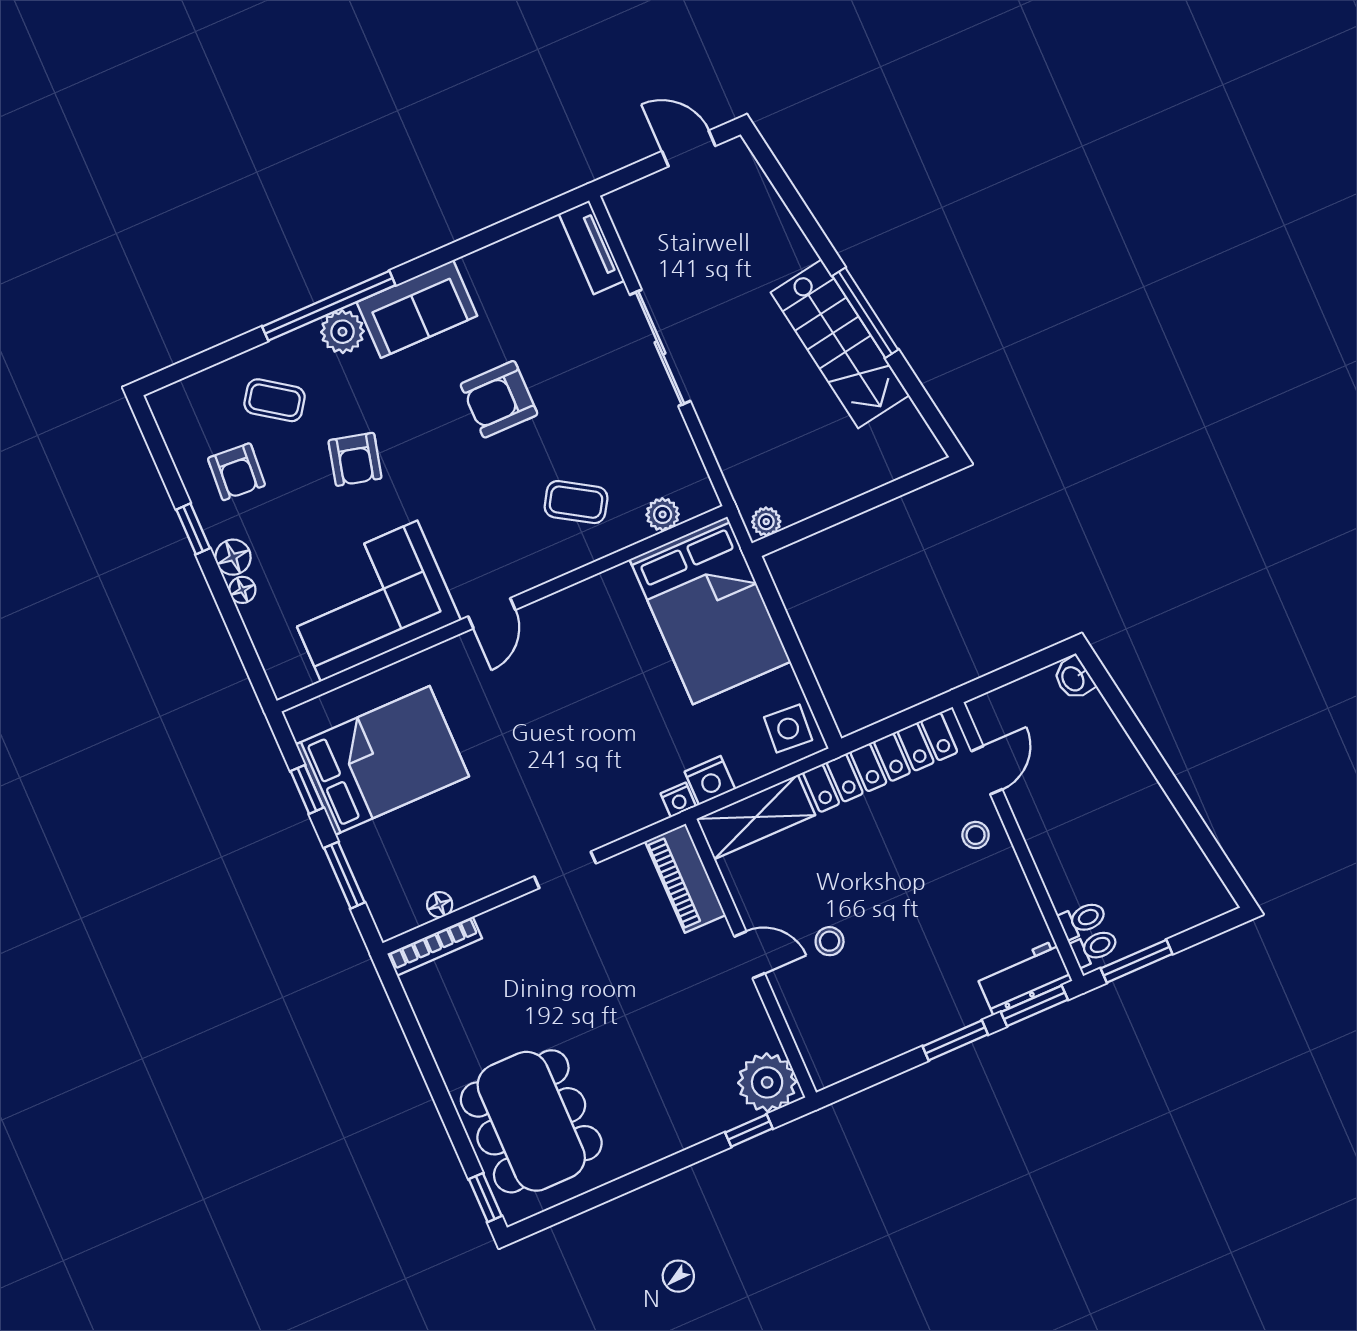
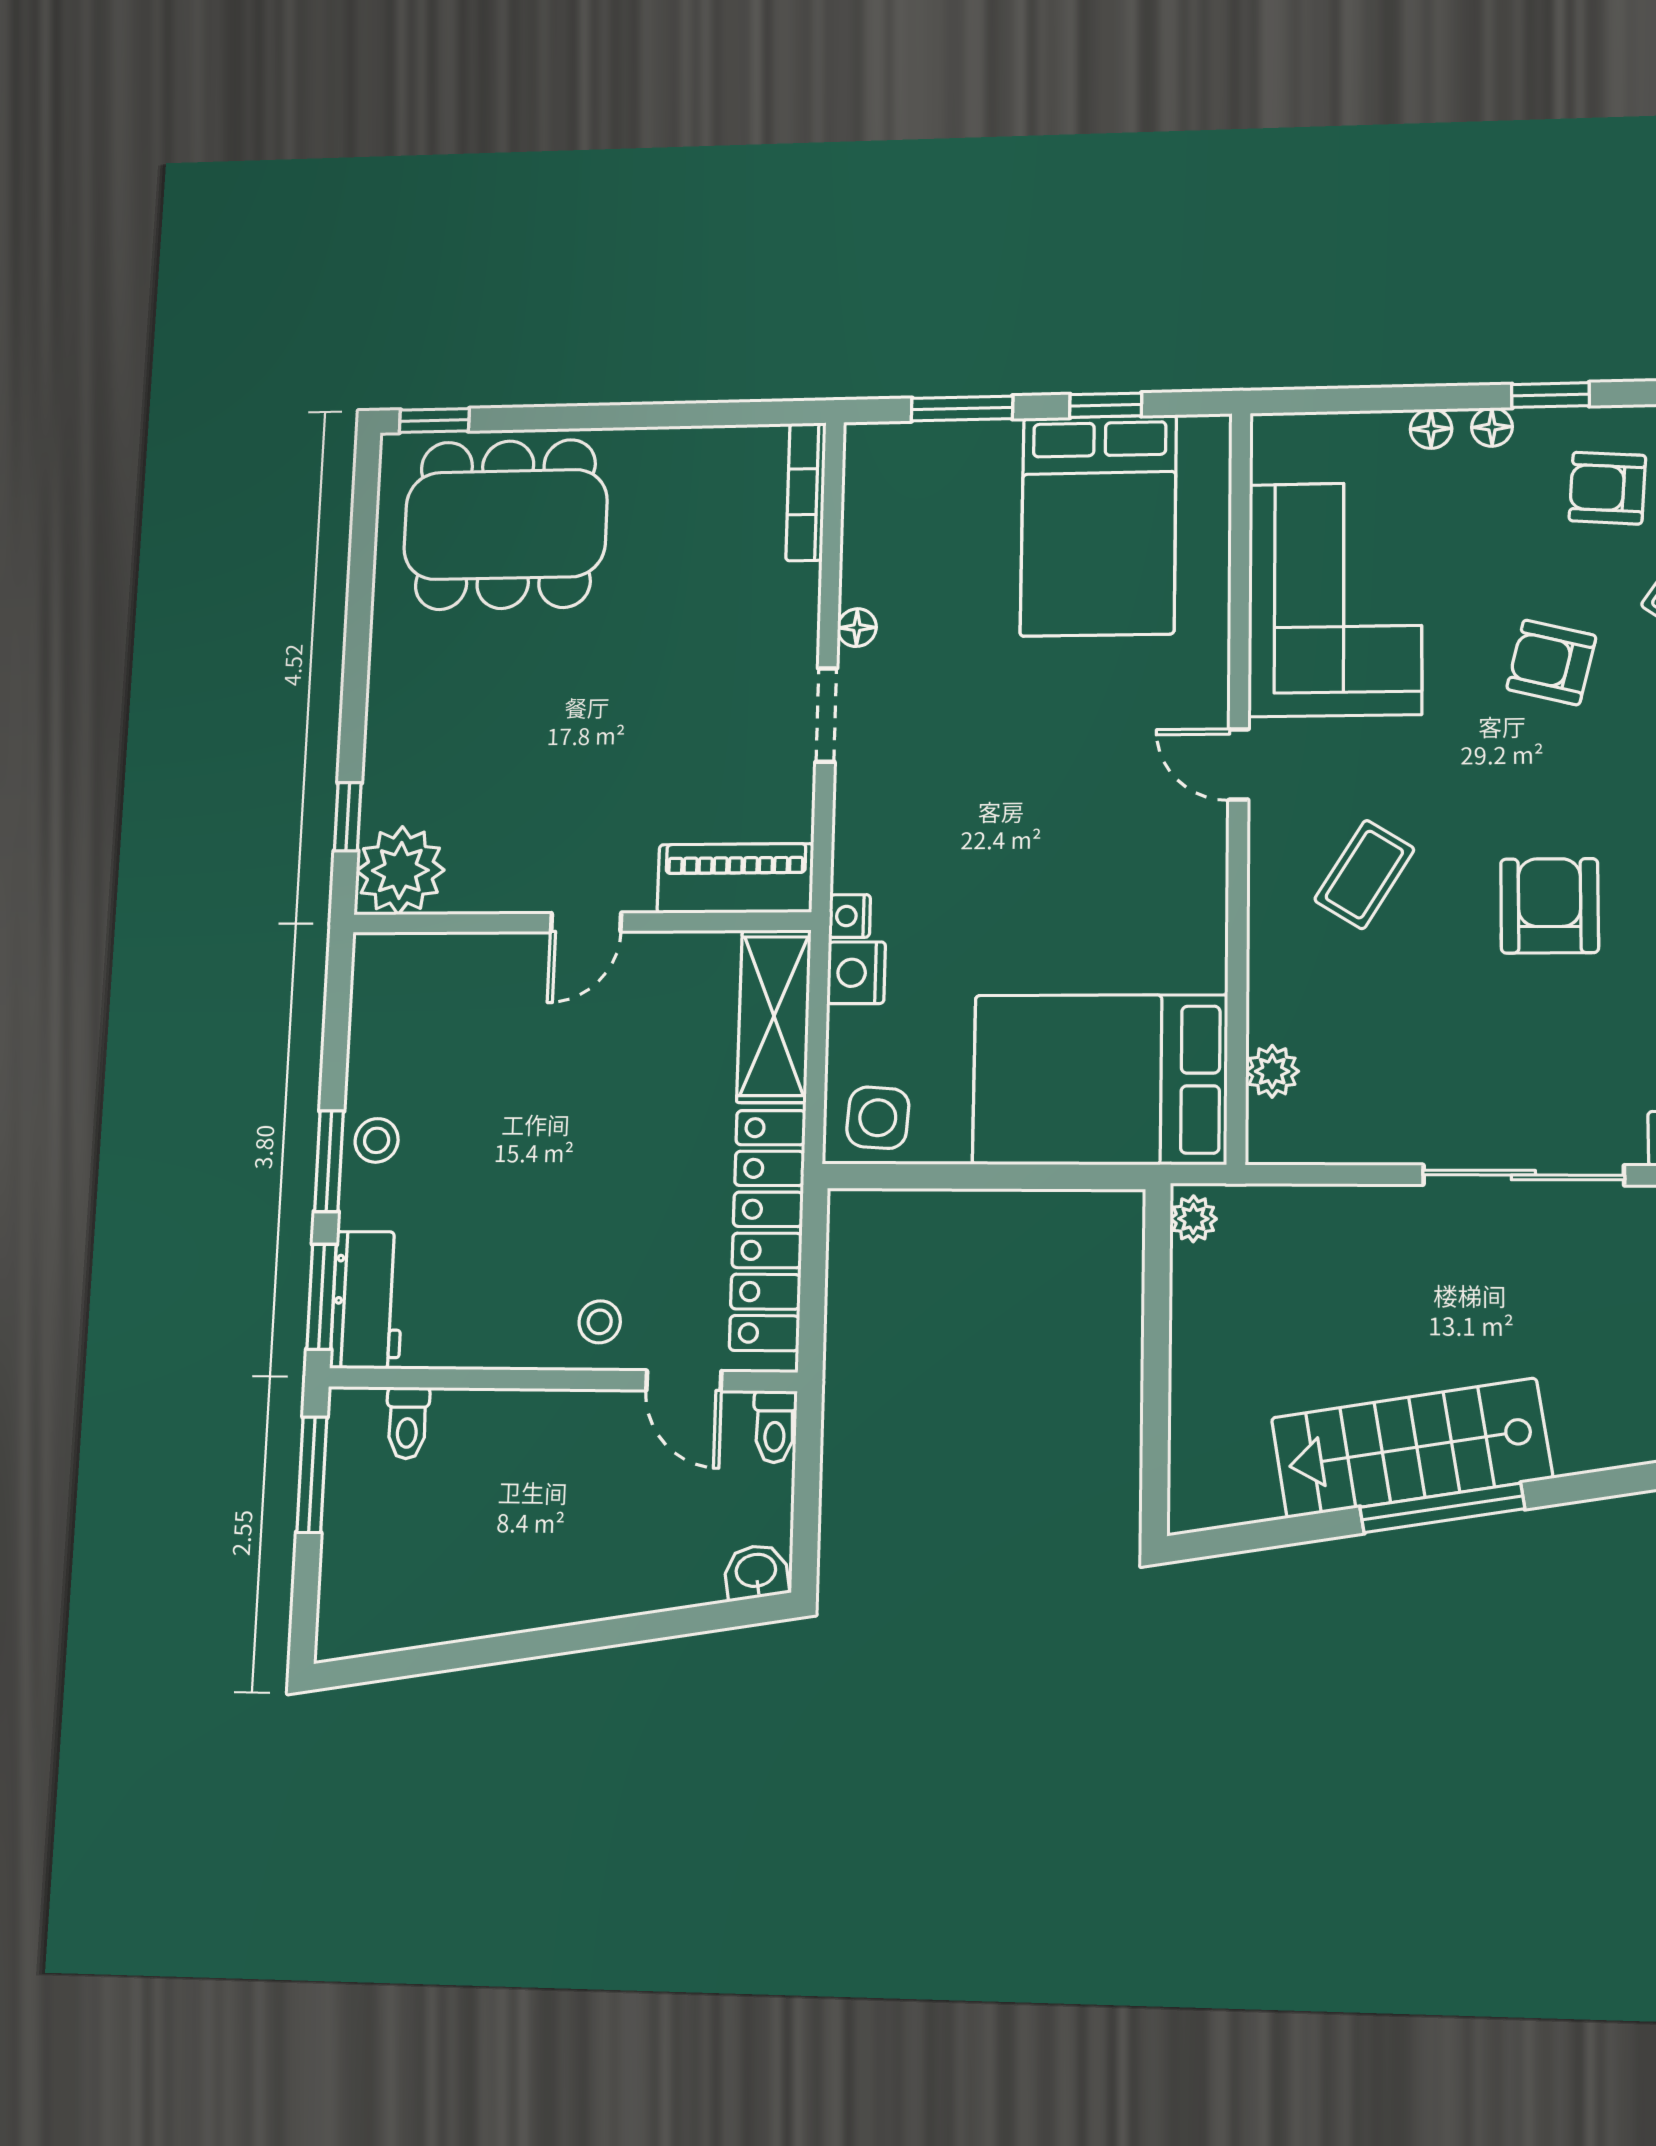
coffee table: (576, 502) -> (1364, 874), moved
floor lamp: (233, 557) -> (1492, 427), width x0.73, depth x0.73
floor lamp: (440, 905) -> (857, 628), moved
stool: (830, 941) -> (377, 1140), moved
toilet: (1094, 947) -> (775, 1427), moved

